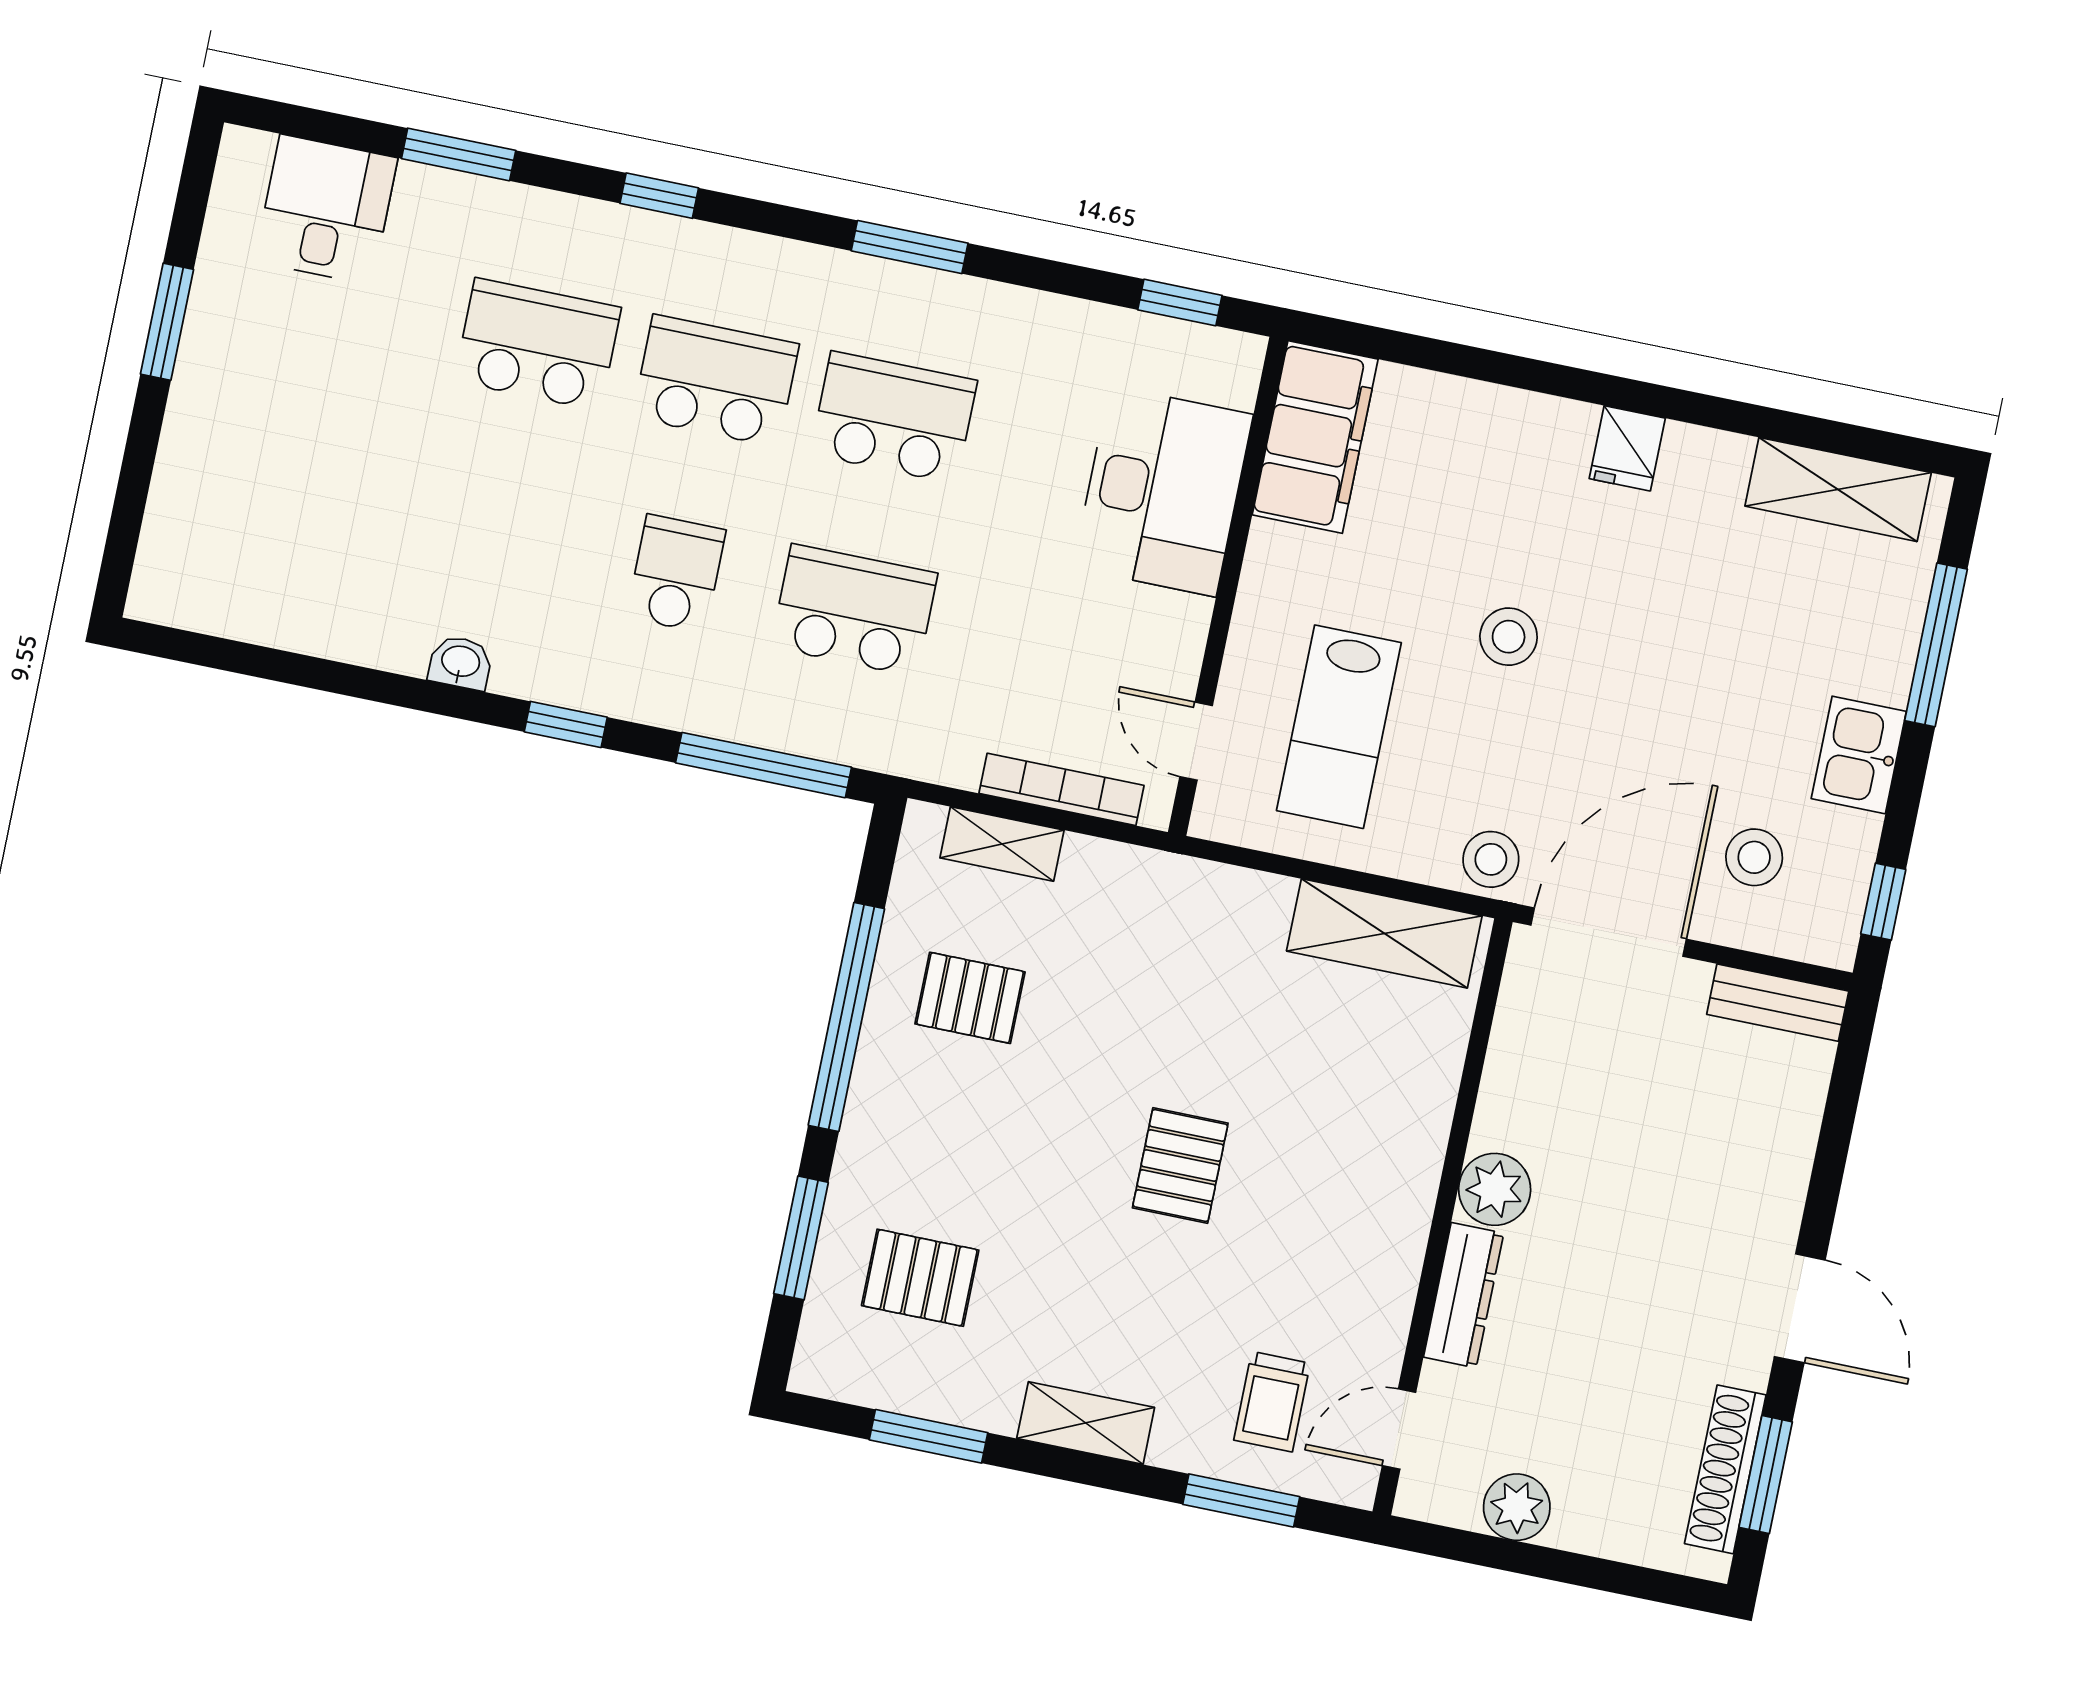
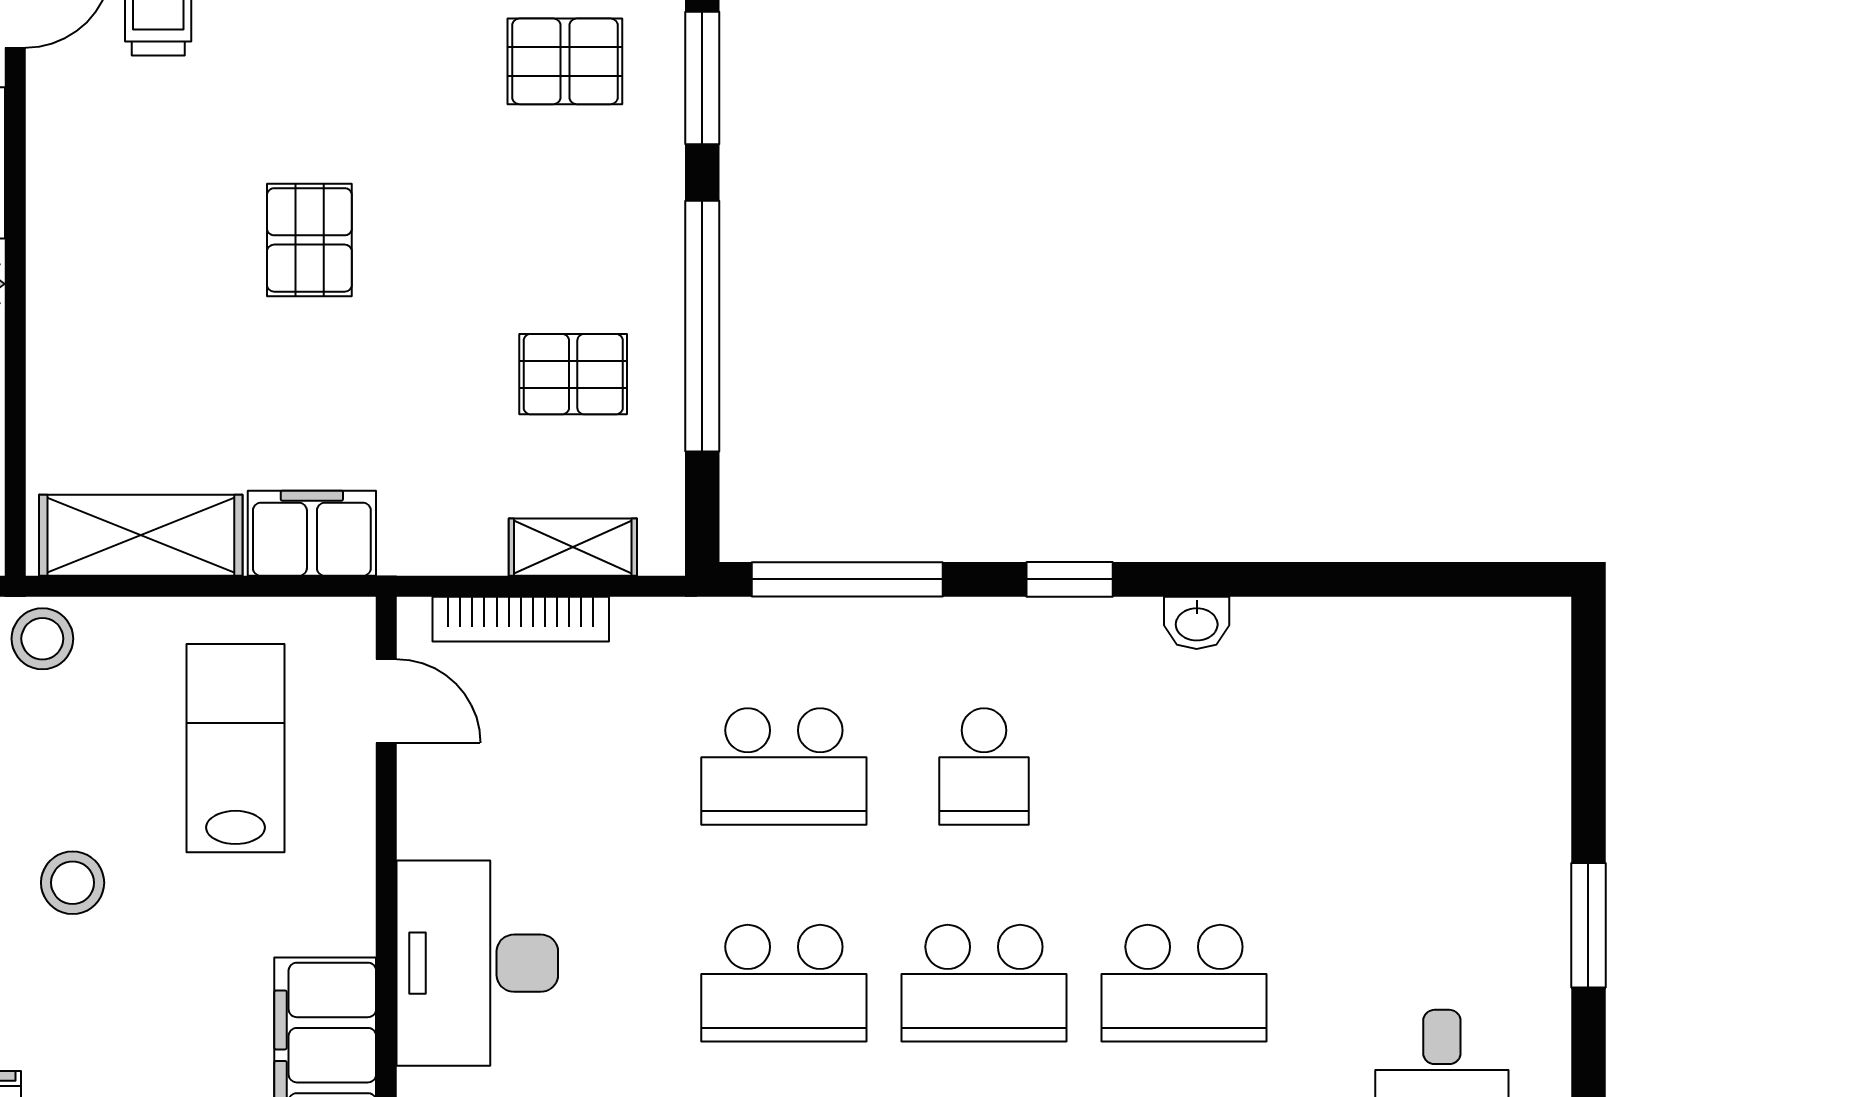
filing cabinet: (1232, 904) -> (312, 533), added

